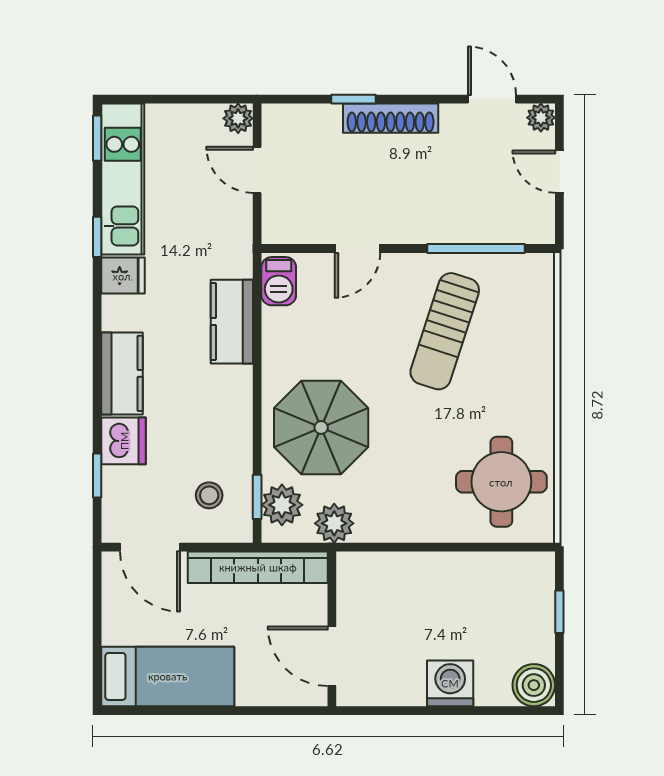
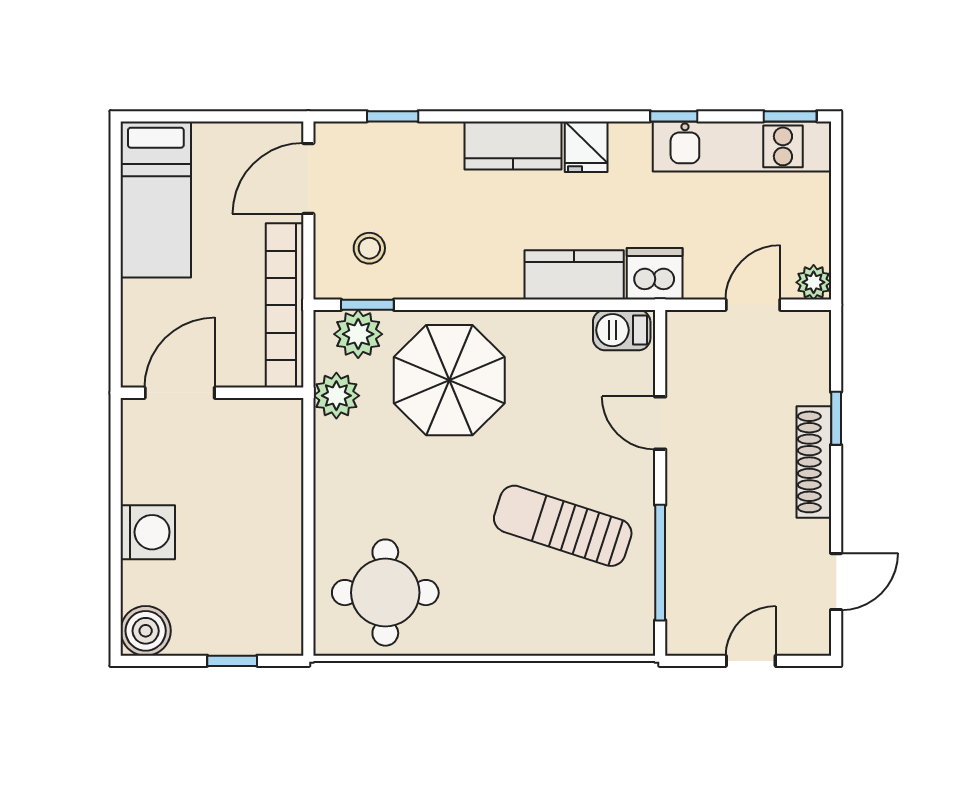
plant: (541, 118) -> (814, 639), removed
fridge: (123, 276) -> (586, 147), moved
dishwasher: (124, 441) -> (655, 274), moved, turned 180

